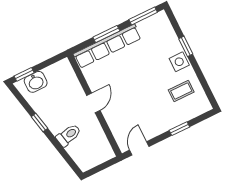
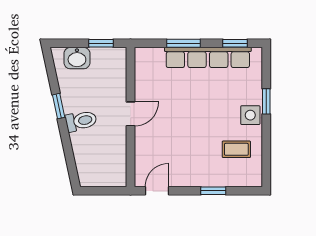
window: (143, 16) -> (235, 43), width x0.67
row of seats: (107, 46) -> (208, 57), moved
window: (24, 74) -> (101, 43), moved
toilet: (68, 135) -> (81, 121), moved

